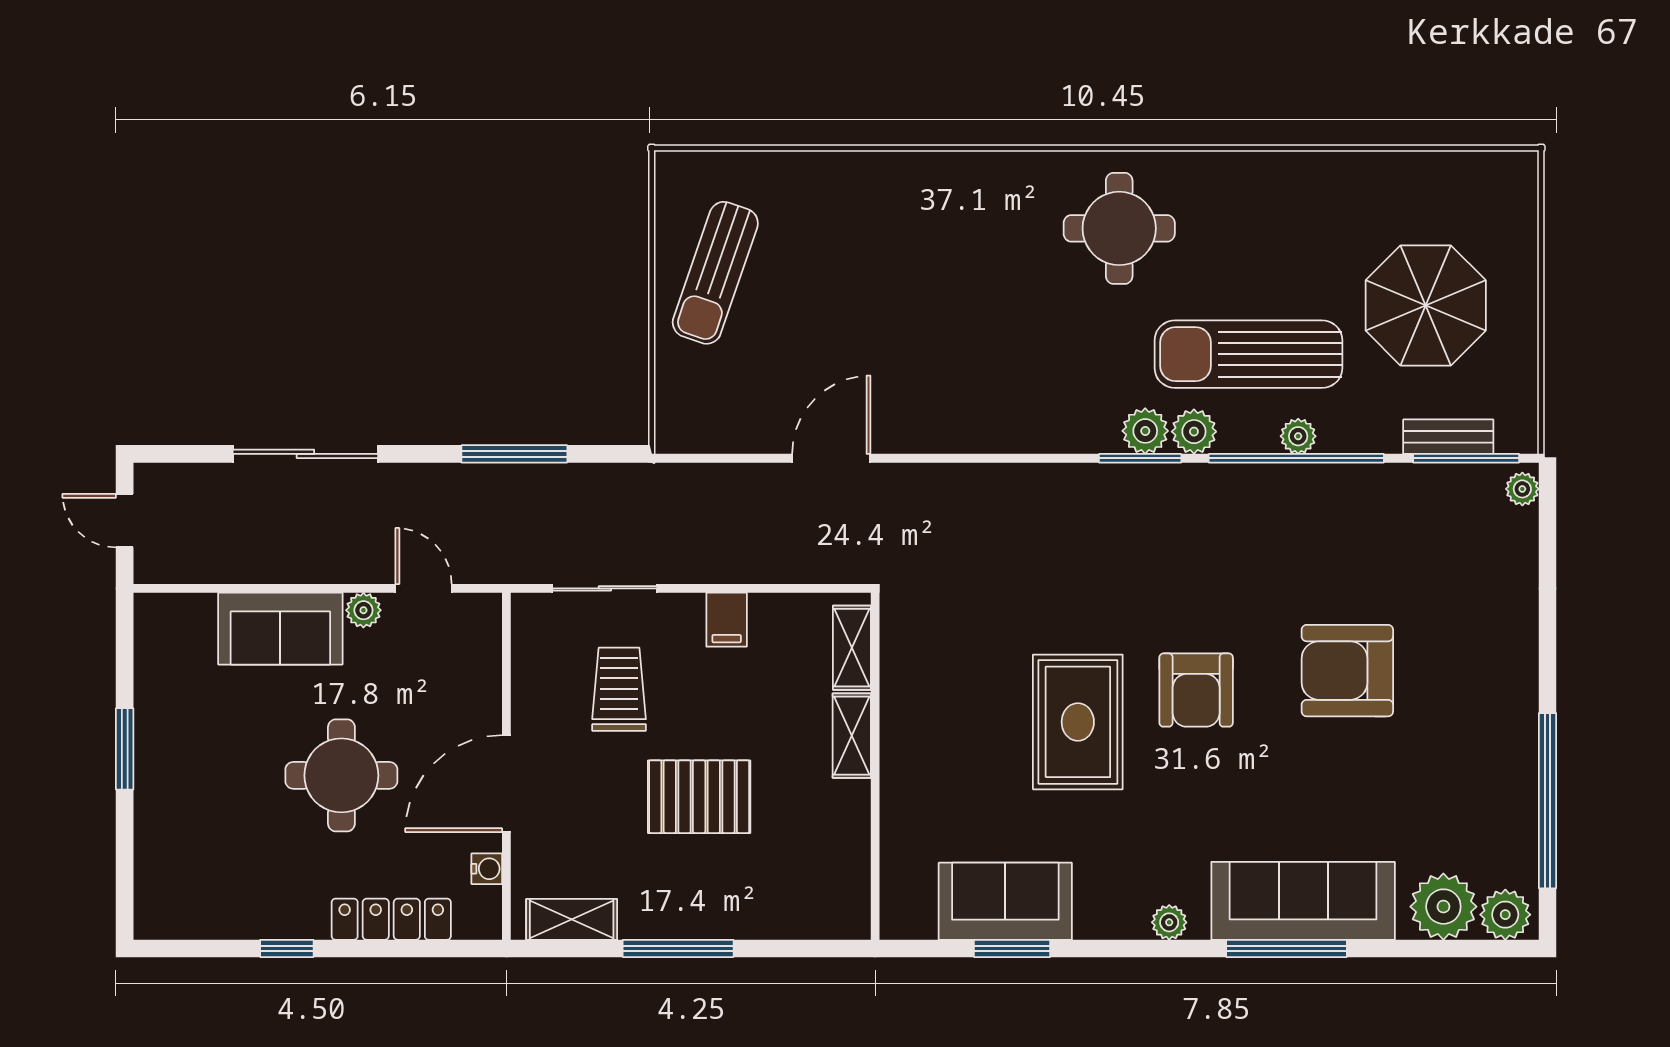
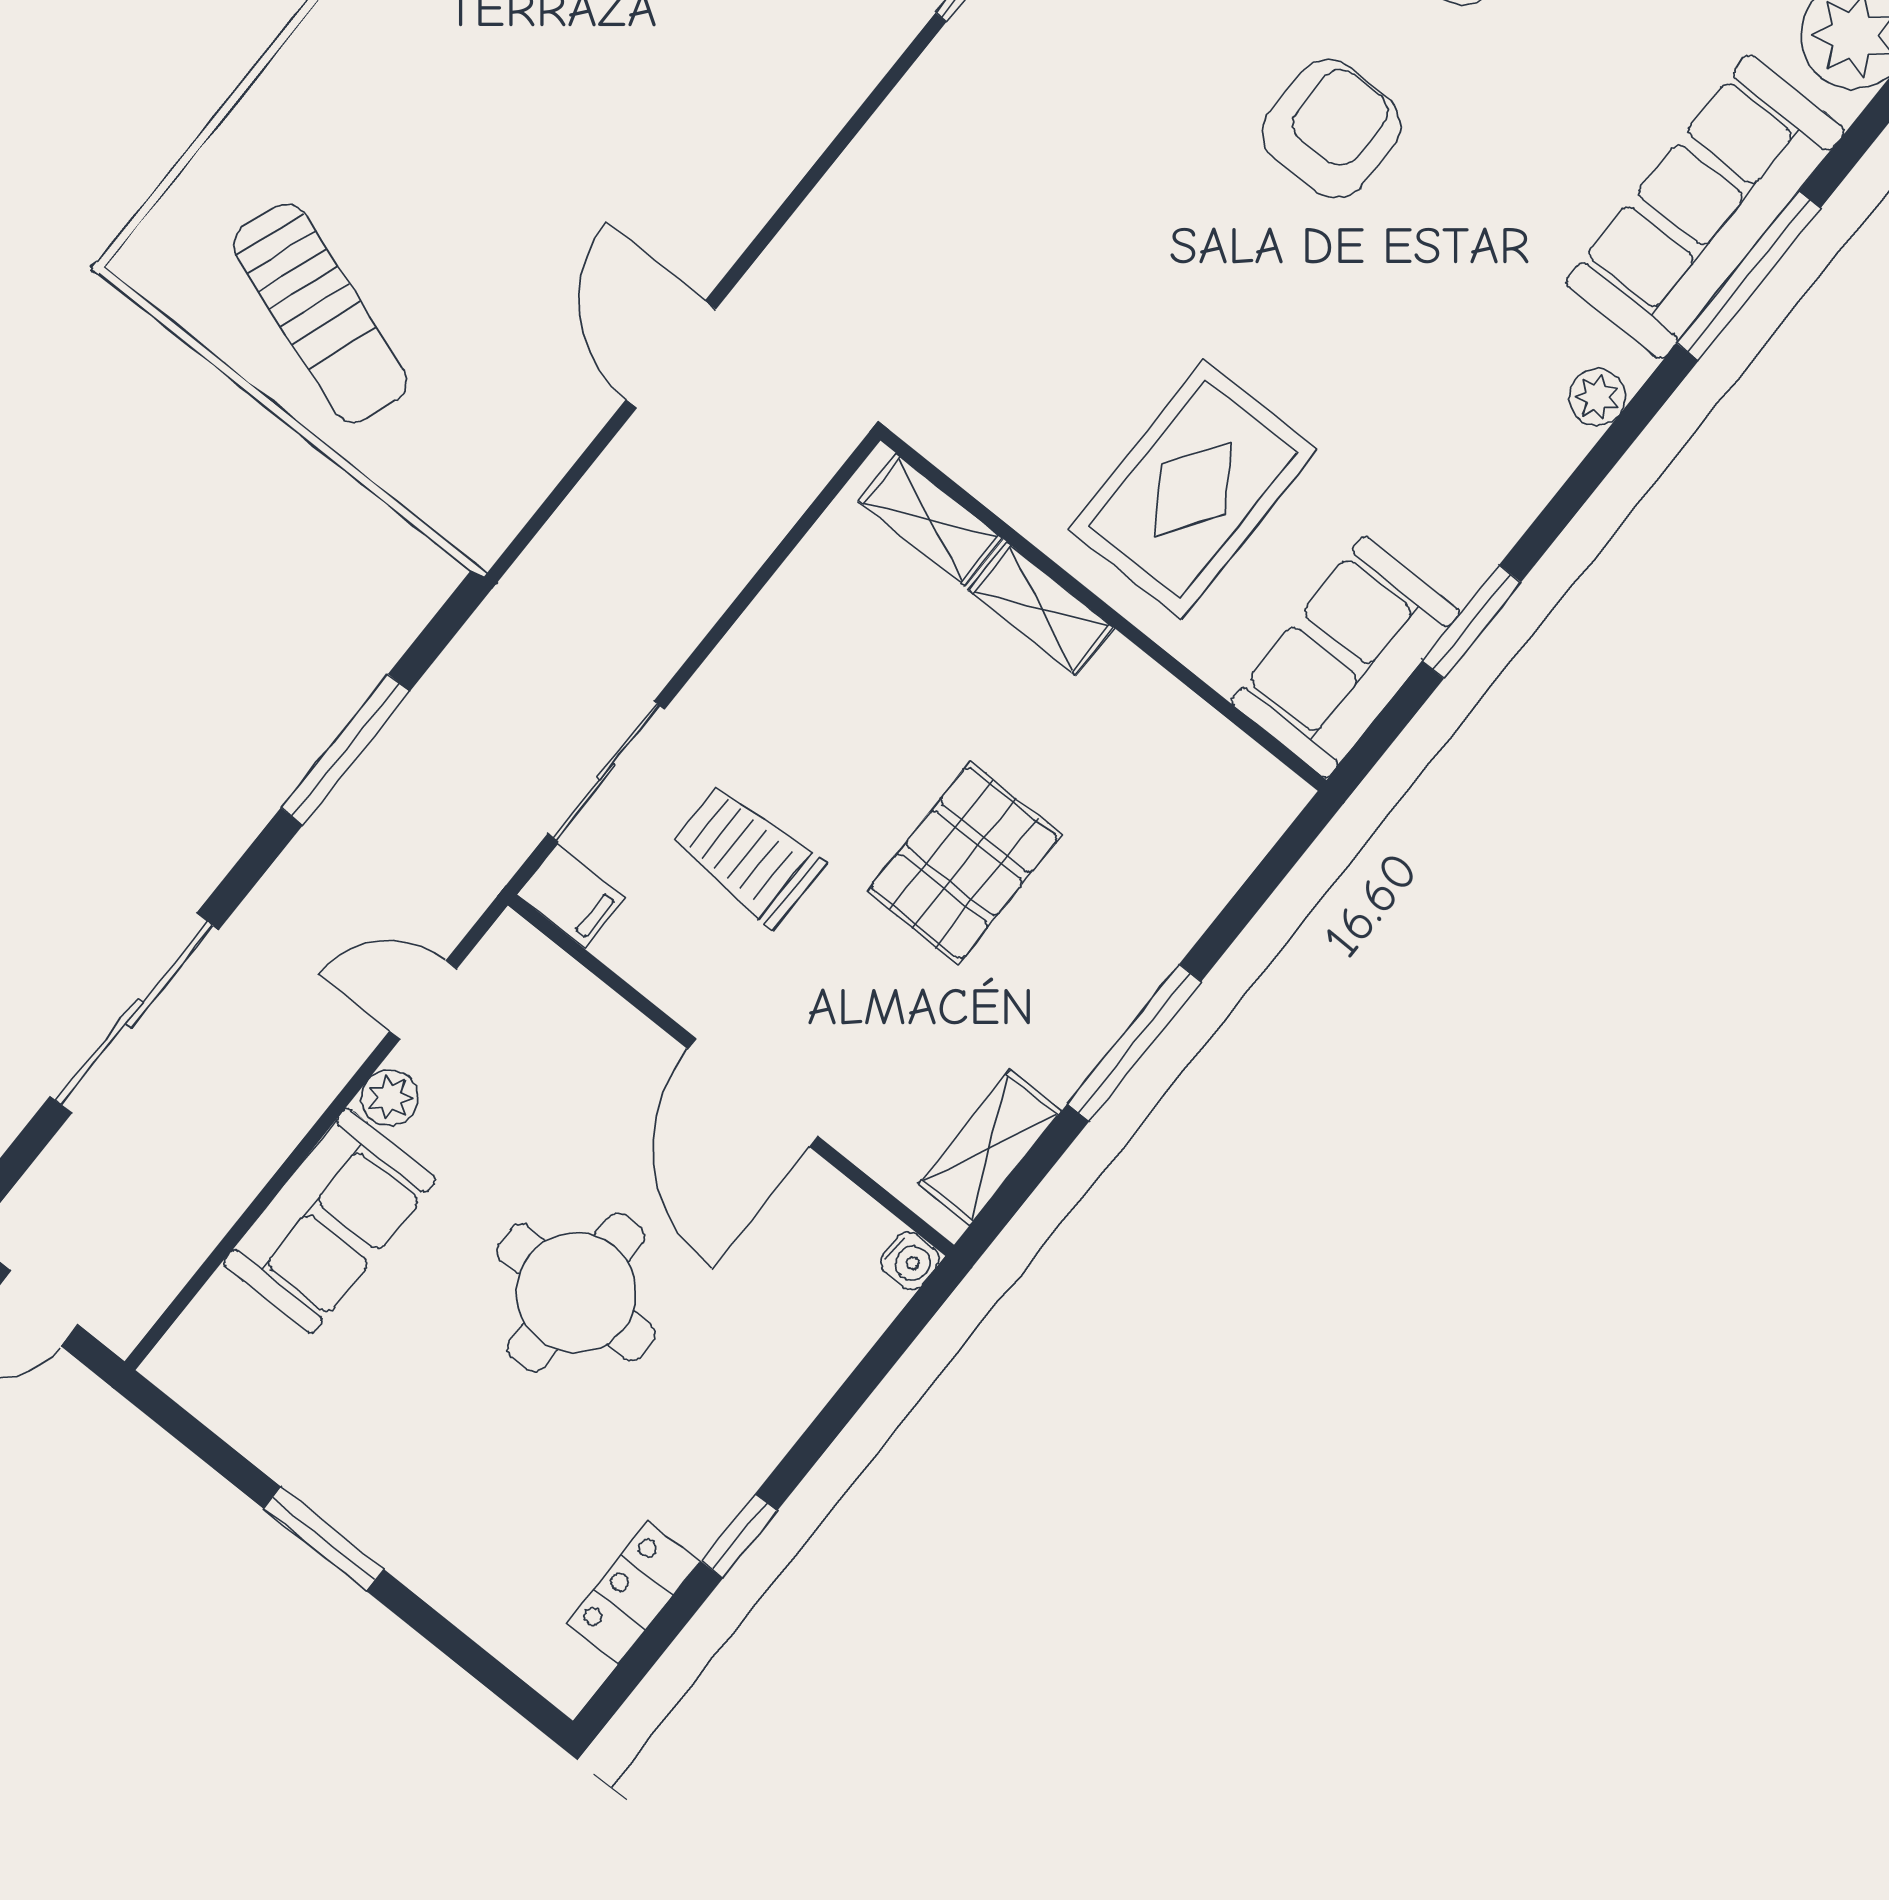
filing cabinet: (727, 620) -> (571, 896), moved
armchair: (1196, 690) -> (1332, 129), turned -90
rug: (1078, 722) -> (1193, 489), moved, turned 90
water cooler: (487, 869) -> (910, 1261), moved, turned 90
sofa: (1005, 901) -> (1345, 657), moved
locker: (391, 919) -> (633, 1593), moved, width x0.66

